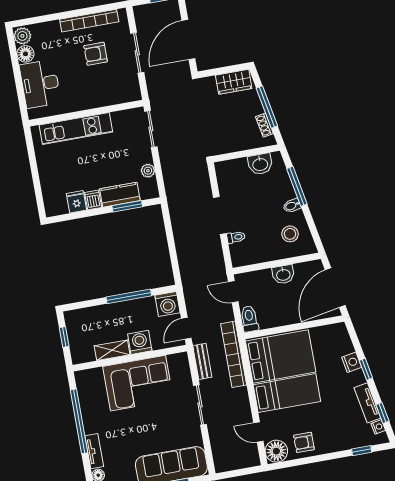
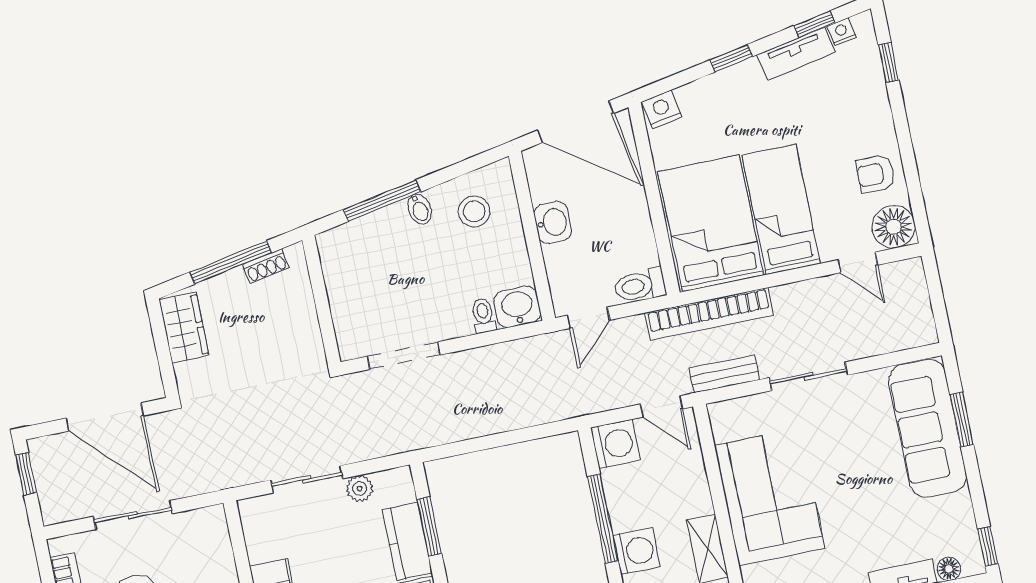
sliding door: (151, 129) -> (307, 479), moved
washbasin: (260, 164) -> (517, 307), moved, turned -90
doorway: (220, 215) -> (404, 356), moved
washing machine: (140, 342) -> (637, 551), moved, turned 180
nightstand: (352, 362) -> (662, 109), moved
door: (258, 432) -> (858, 262), hinge flipped
armchair: (304, 442) -> (875, 174), turned 90

